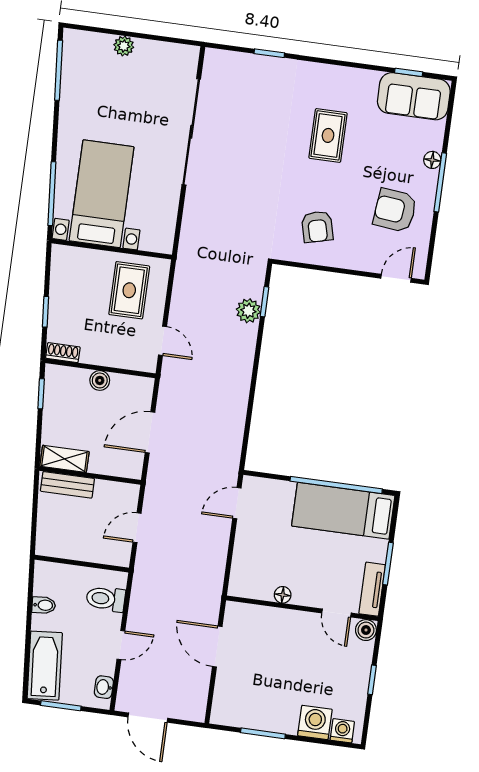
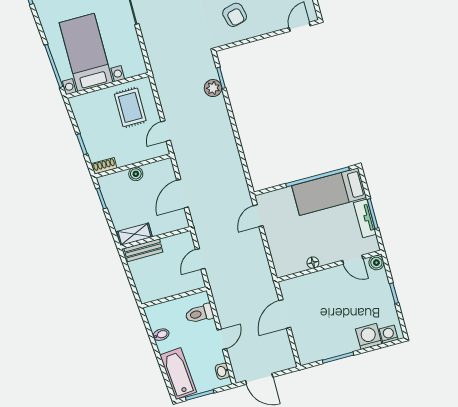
door: (163, 341) -> (166, 131), swing flipped
tv unit: (372, 589) -> (365, 218), moved
door: (217, 646) -> (285, 314), hinge flipped

